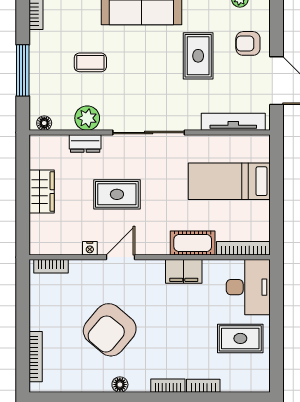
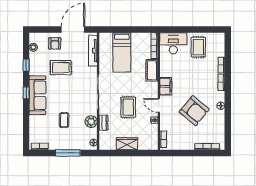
filing cabinet: (184, 271) -> (166, 86), moved

